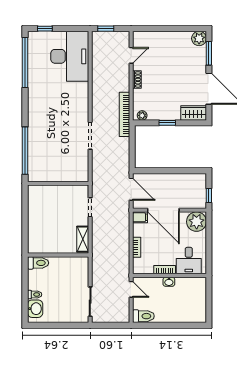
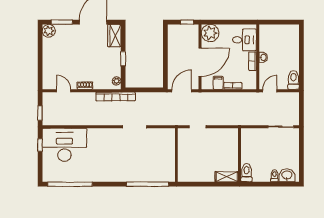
window: (45, 29) -> (40, 145), moved
filing cabinet: (140, 217) -> (218, 83), moved
shelving: (83, 239) -> (227, 177), moved

